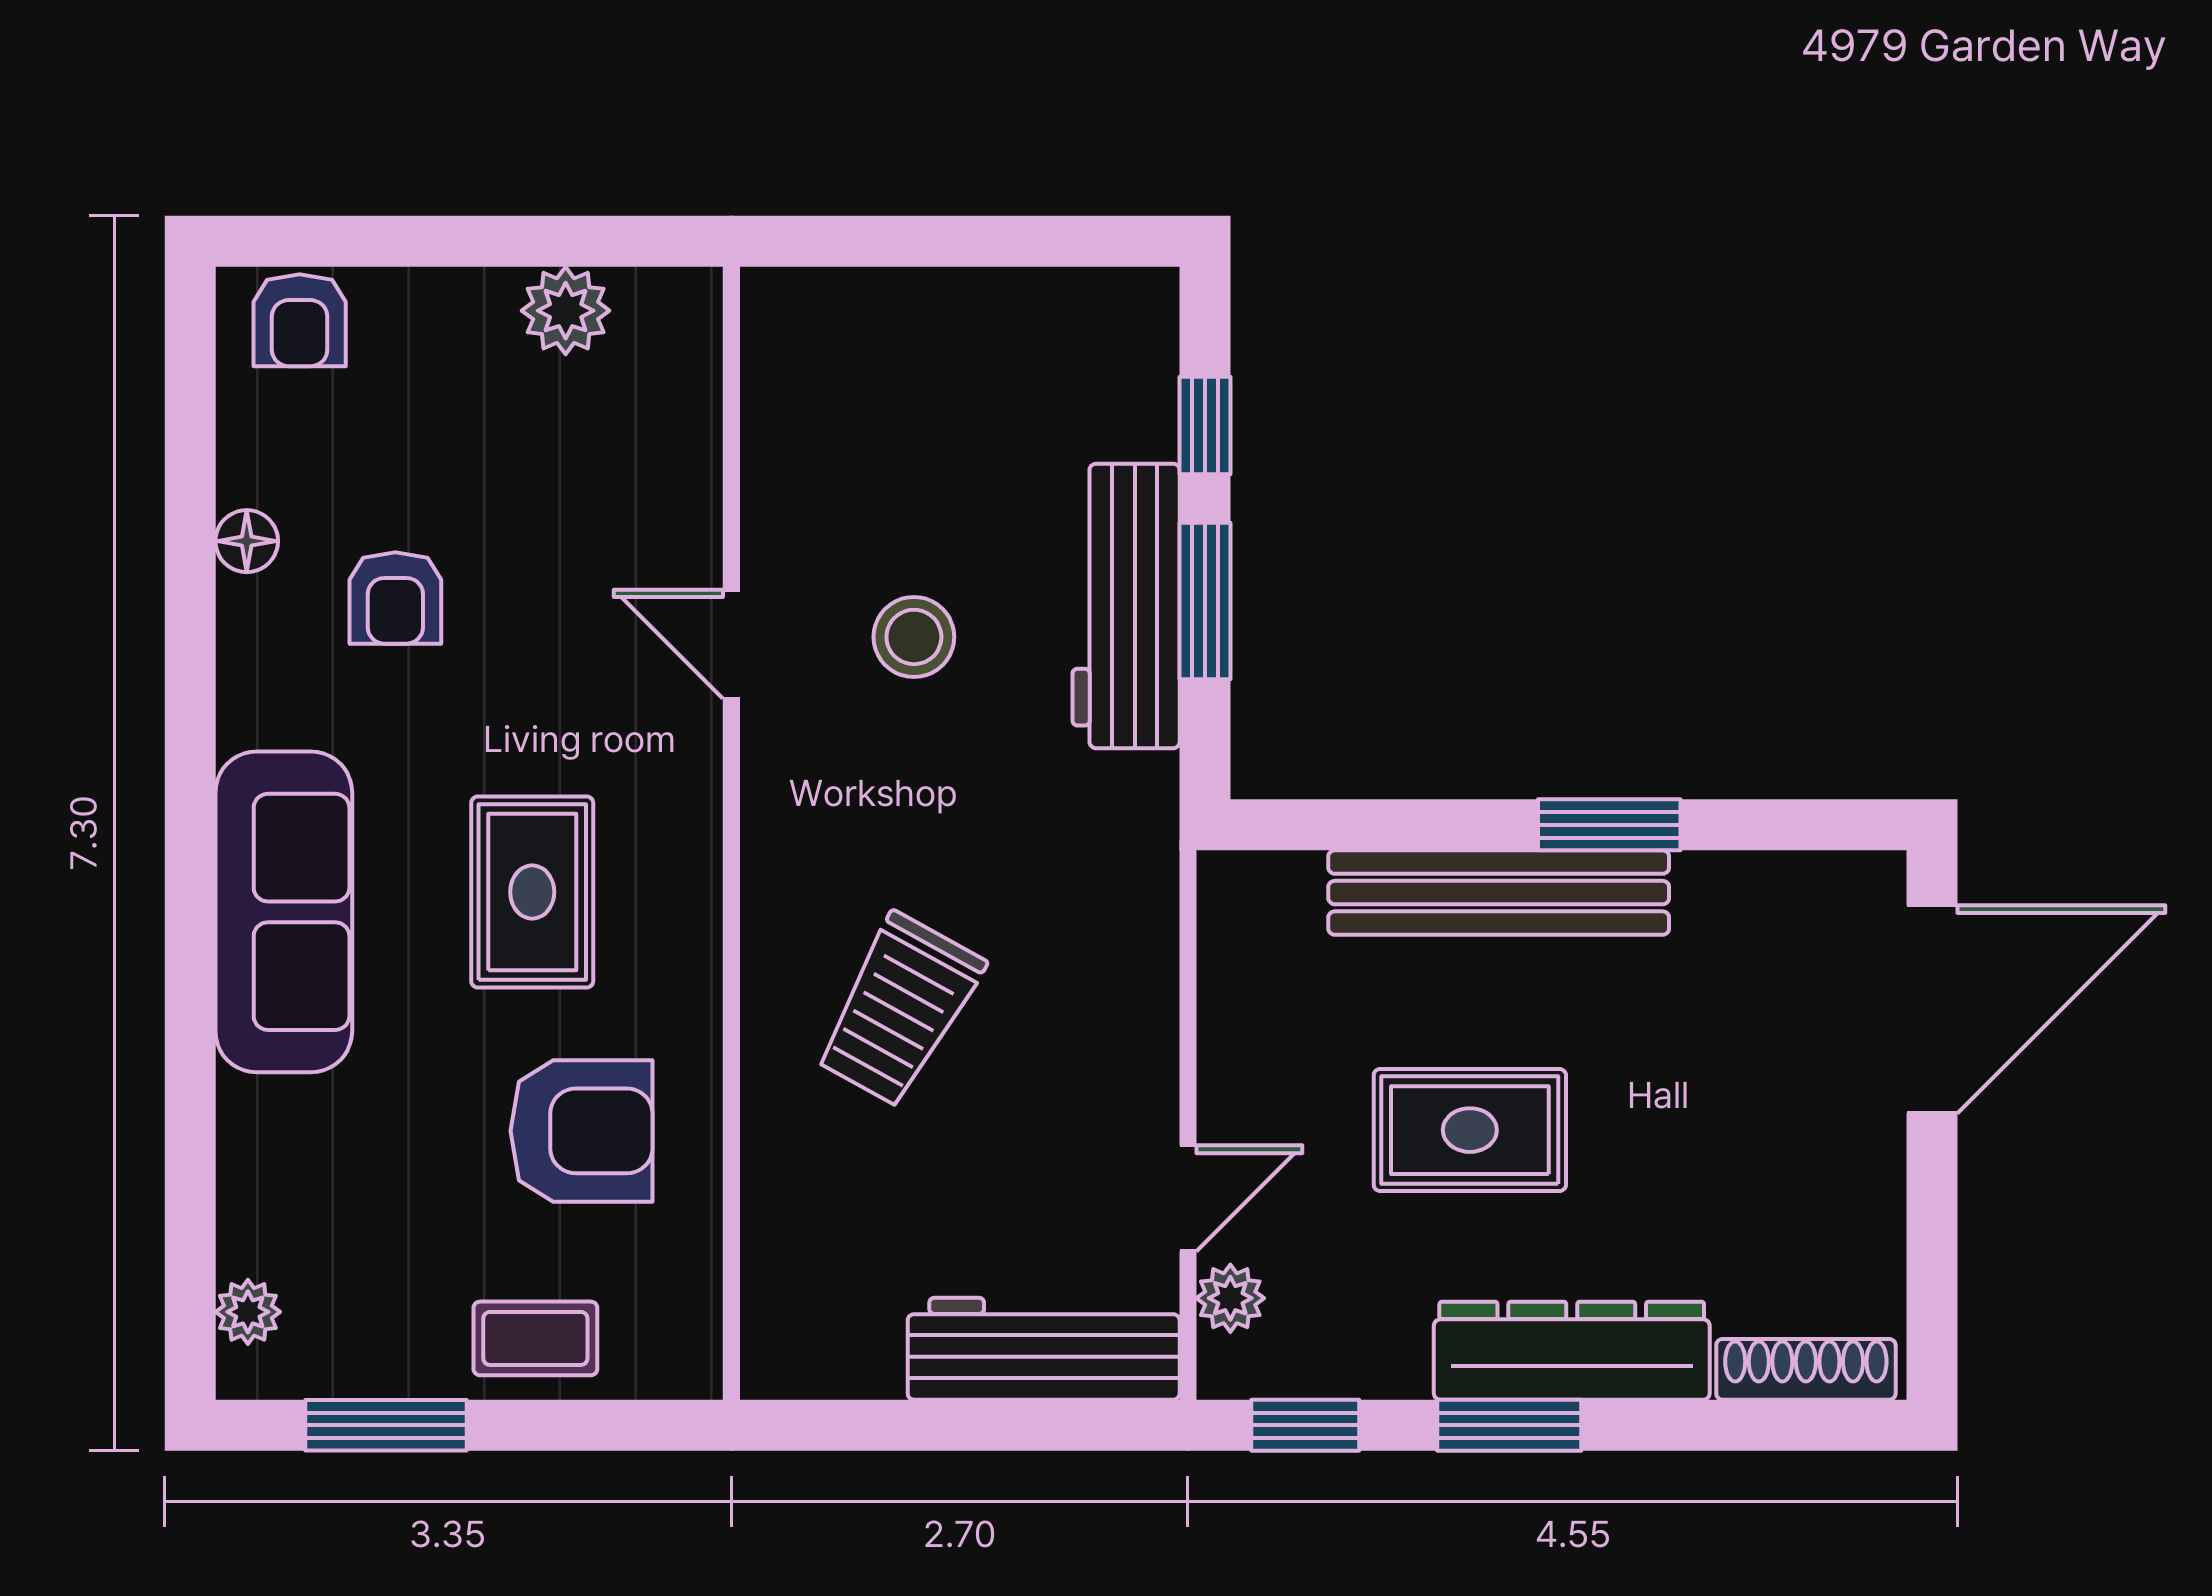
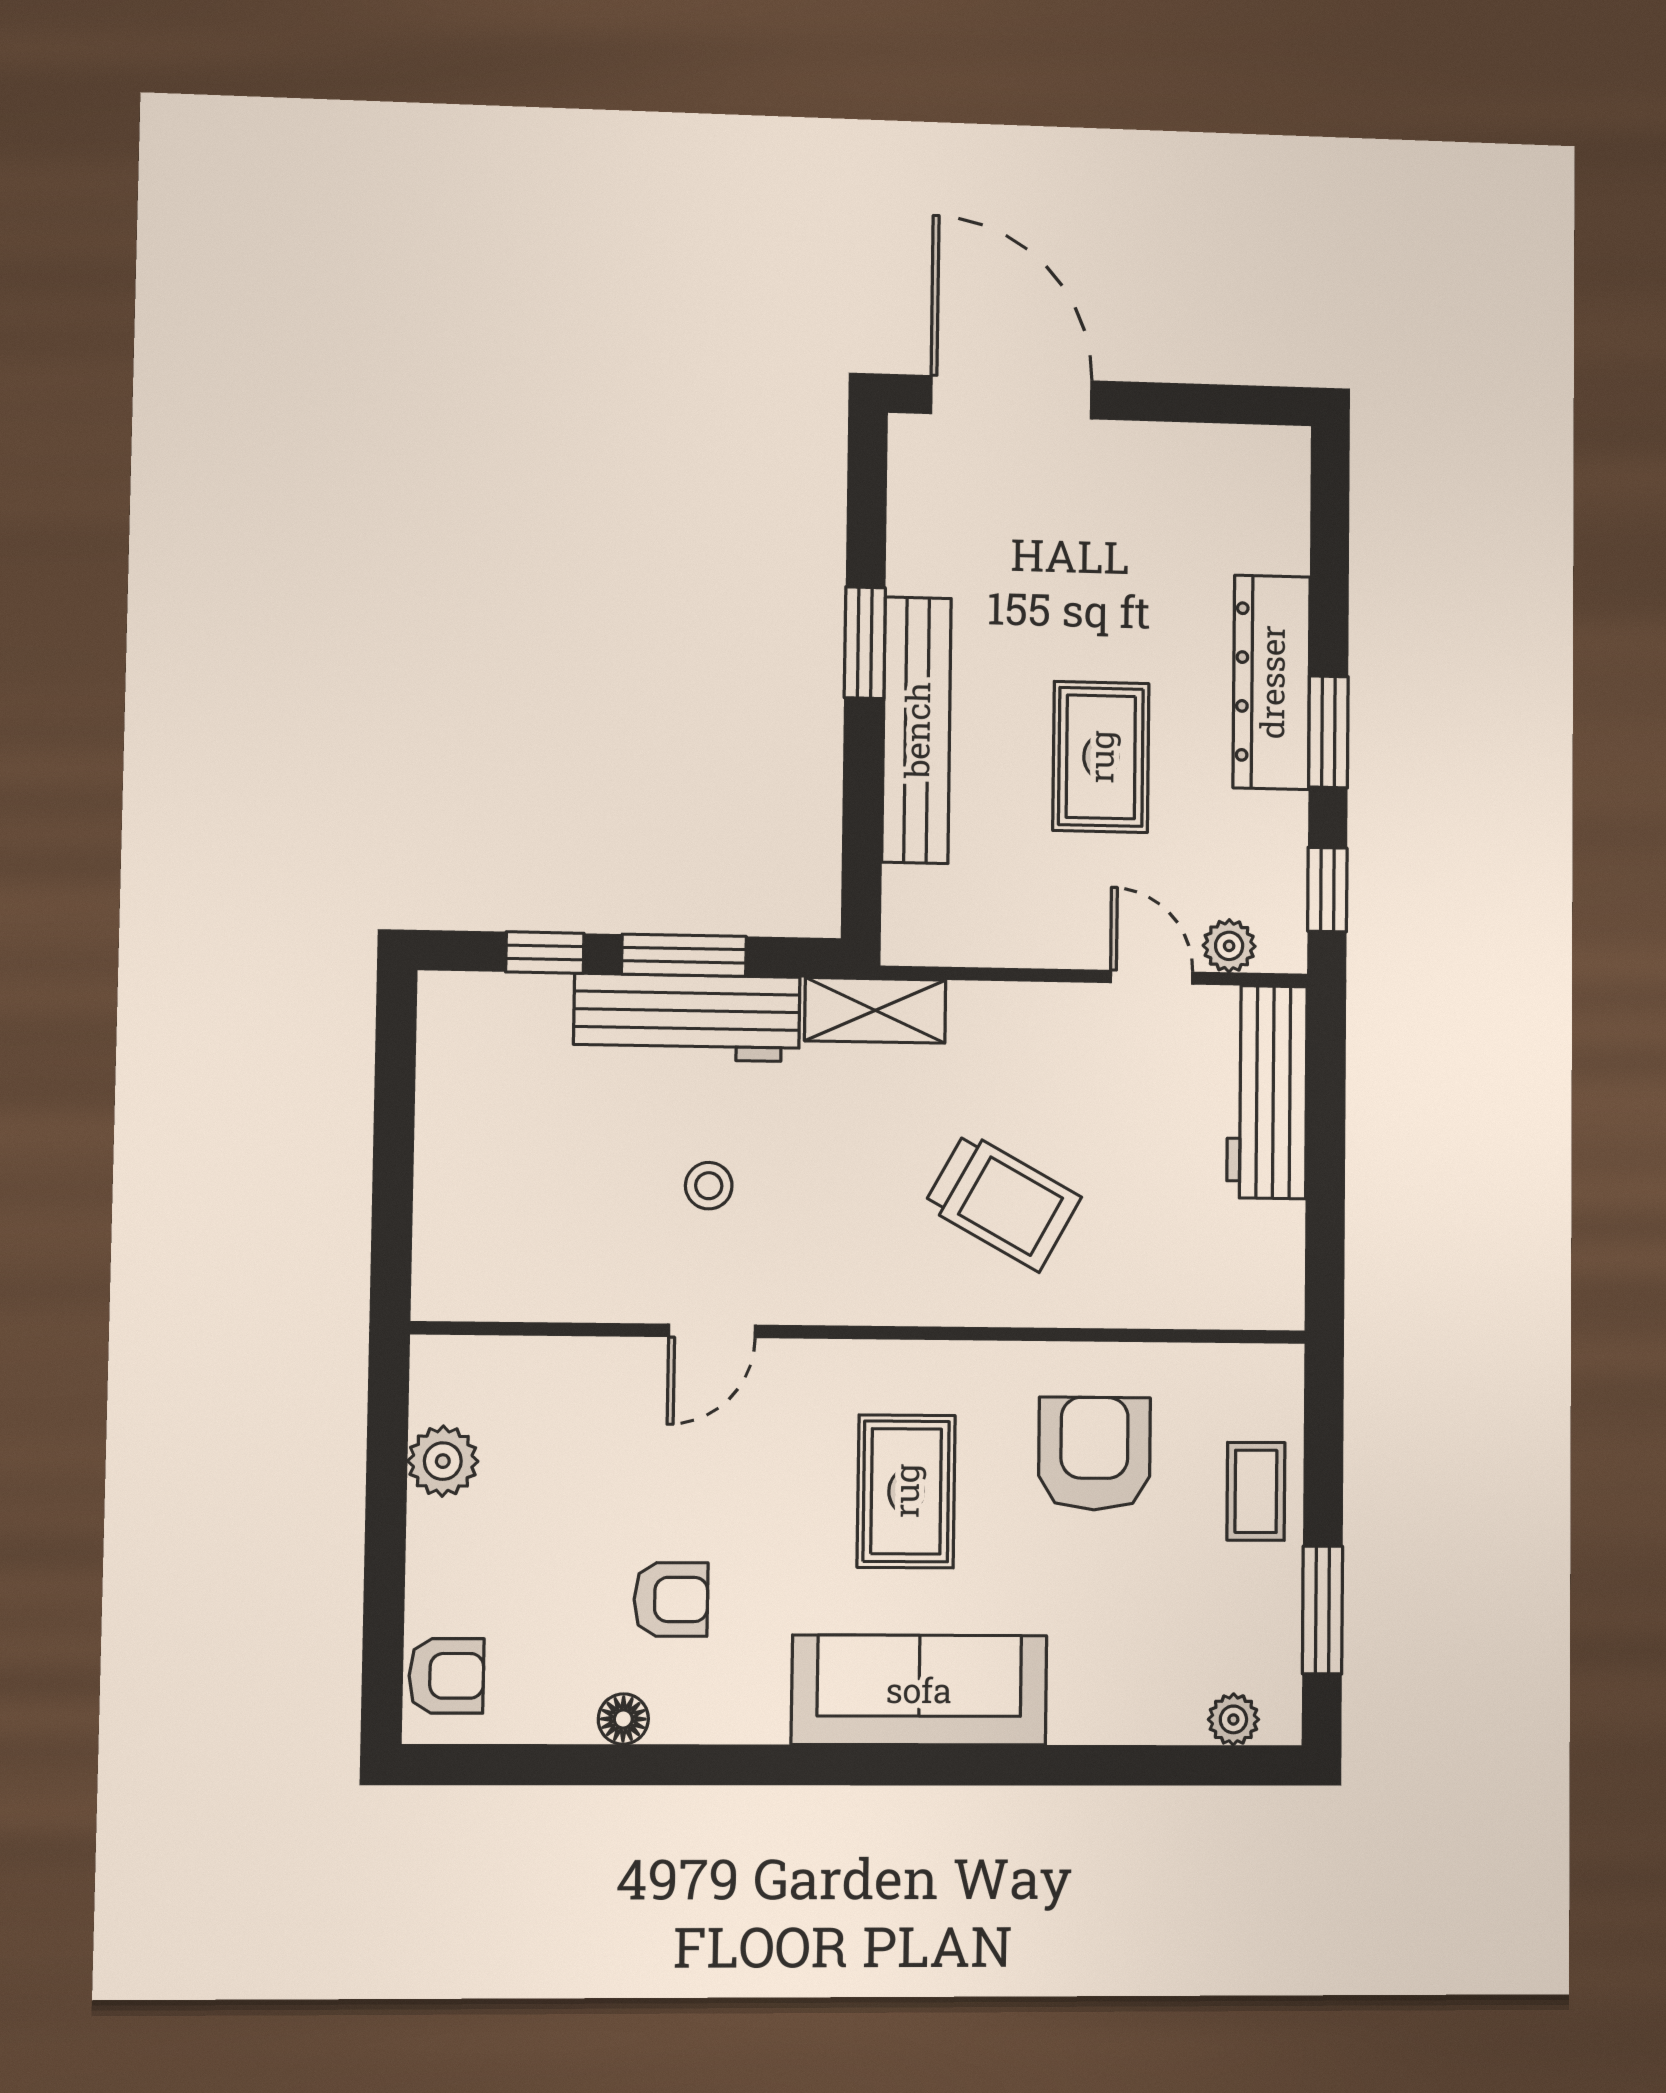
stool: (914, 637) -> (709, 1186), width x0.73, depth x0.73
shelving: (1139, 845) -> (875, 1010), added
rug: (532, 892) -> (906, 1491), turned 90
shoe rack: (1806, 1369) -> (1287, 503), removed

